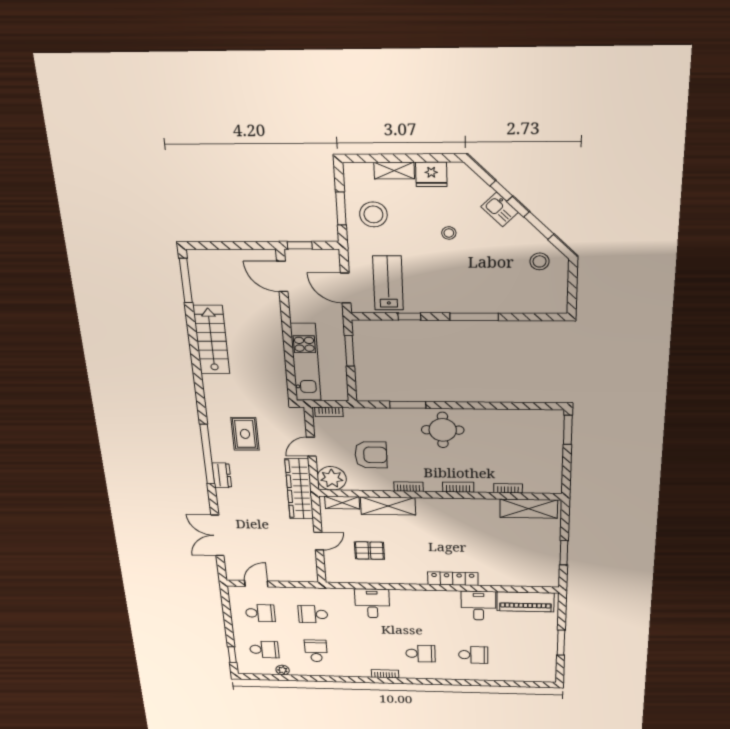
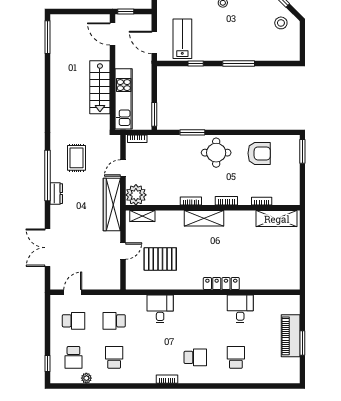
stairs: (211, 340) -> (100, 87), moved, turned 180
window: (349, 351) -> (154, 114), moved
armchair: (371, 455) -> (259, 153), moved
shelving: (388, 506) -> (204, 218), moved
pallet: (369, 551) -> (160, 259), width x1.50, depth x1.42
window: (564, 553) -> (302, 258), removed
piano: (525, 602) -> (291, 336), moved, turned 90
school desk: (264, 650) -> (73, 357), turned 90
school desk: (473, 655) -> (236, 357), turned -90

